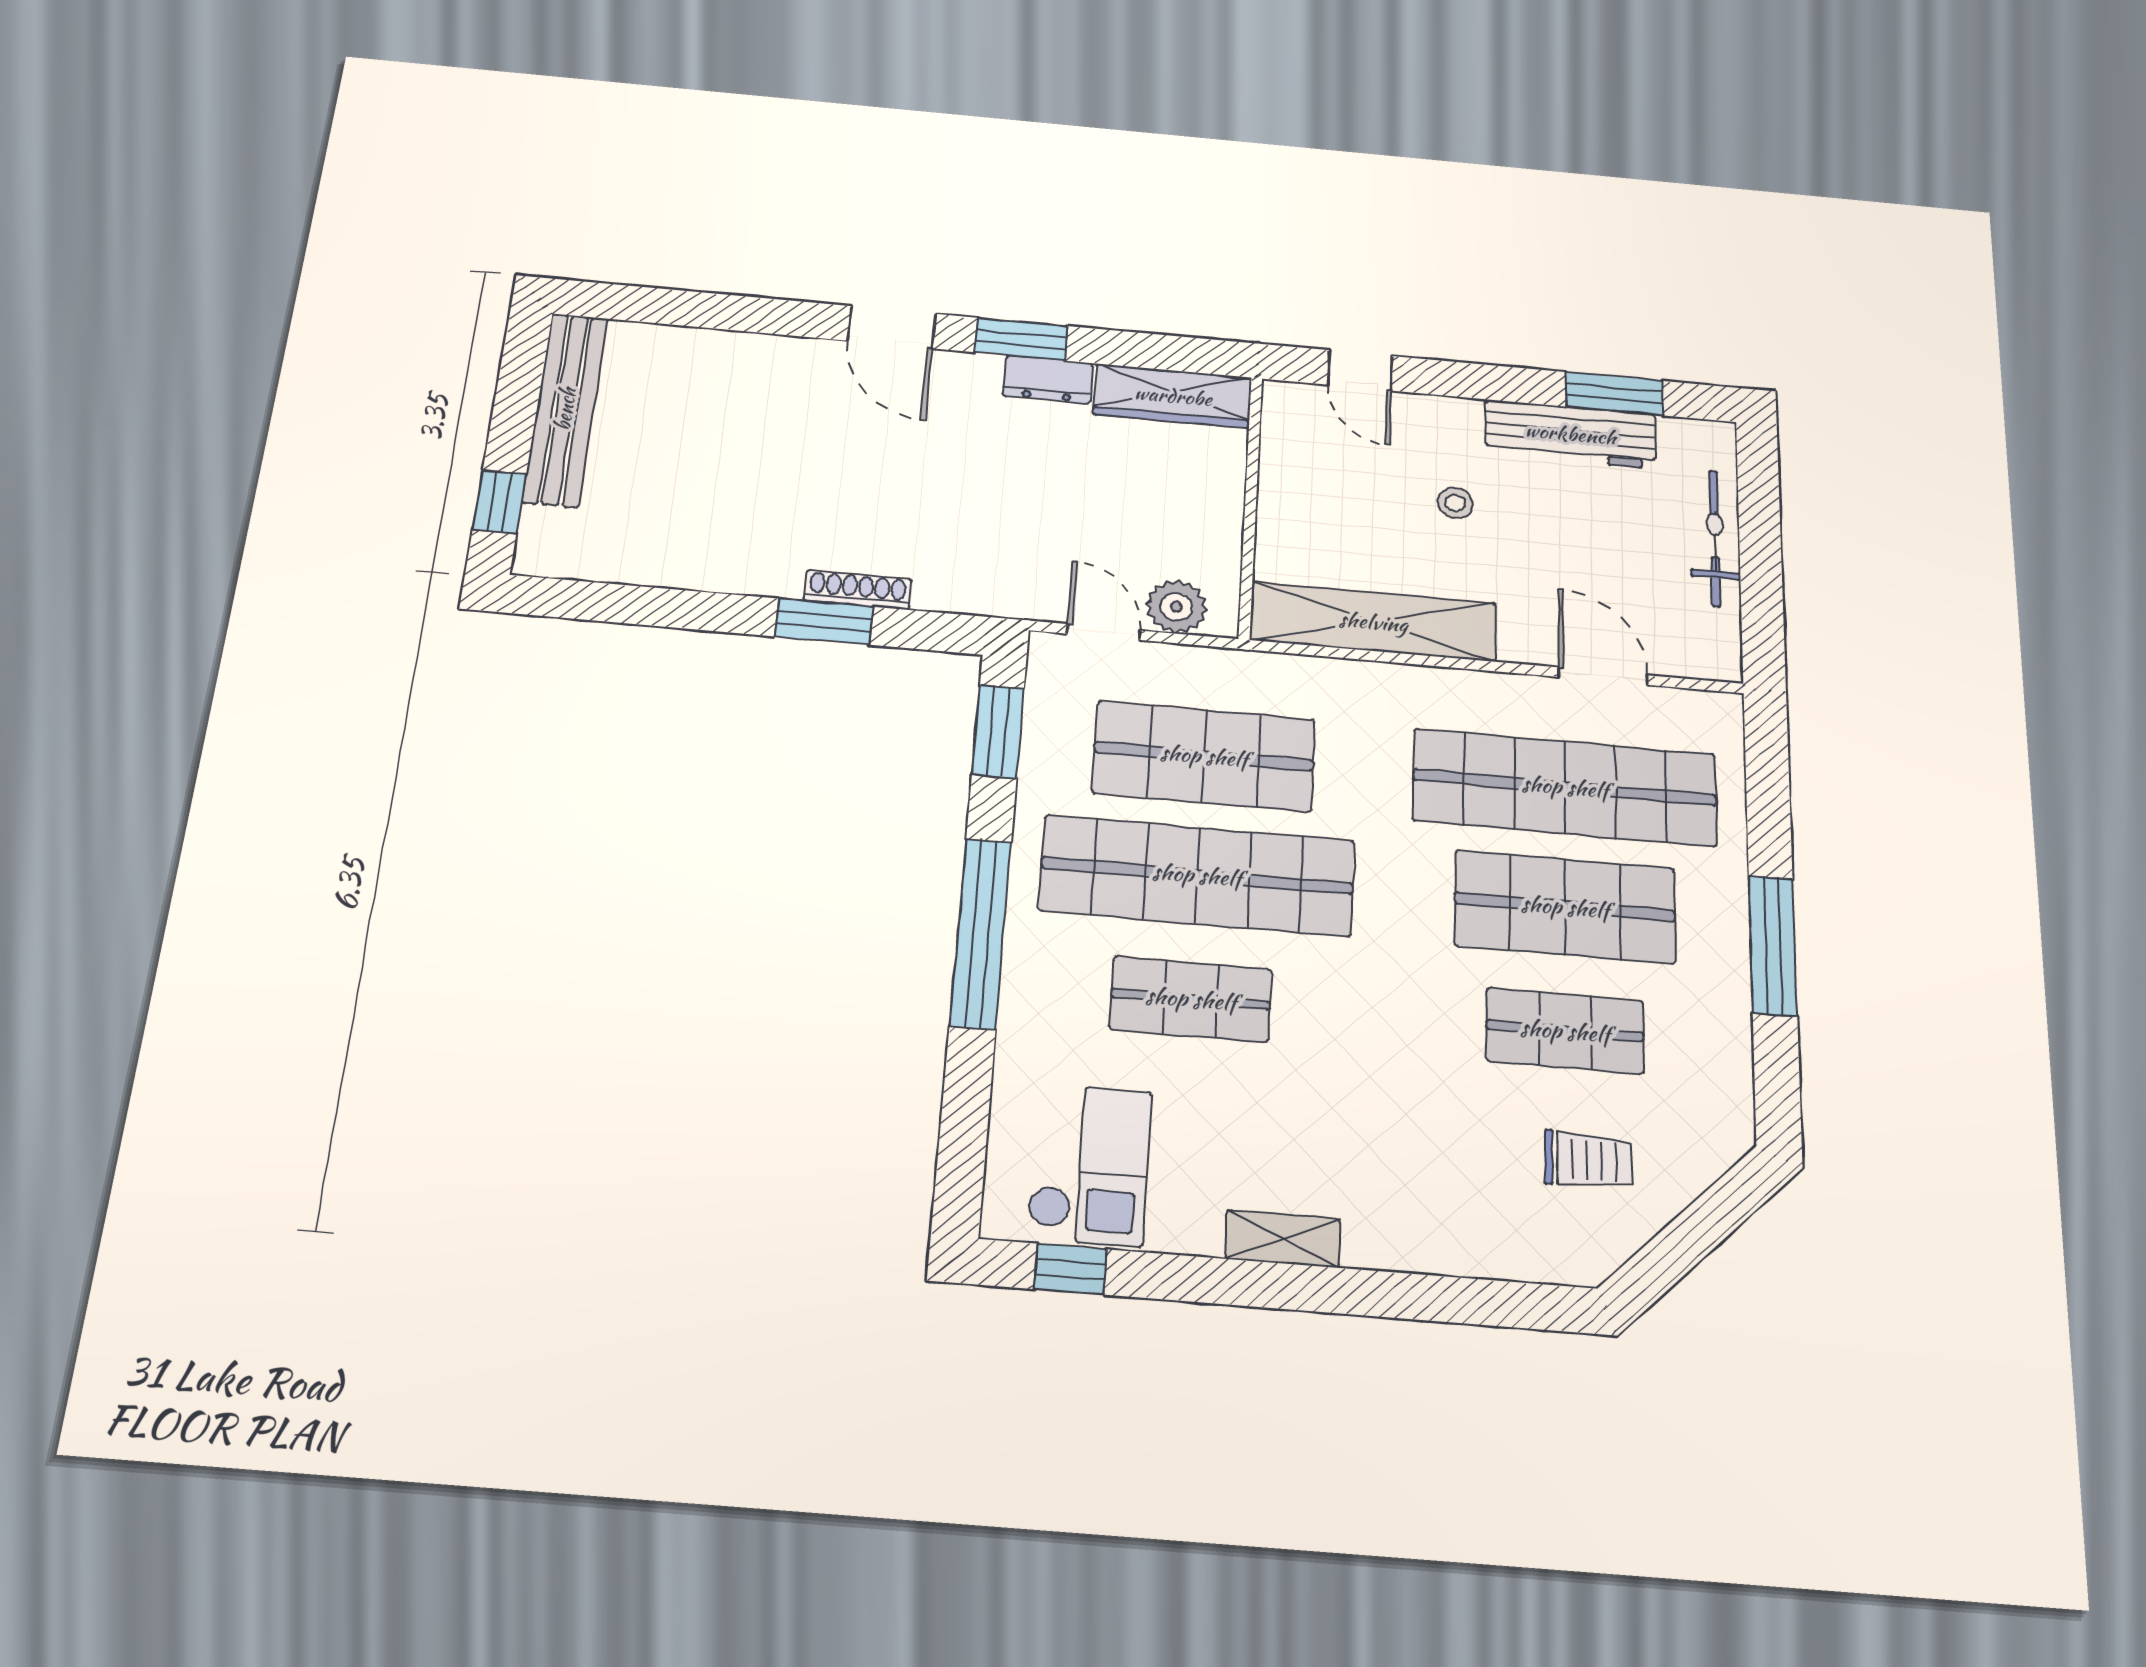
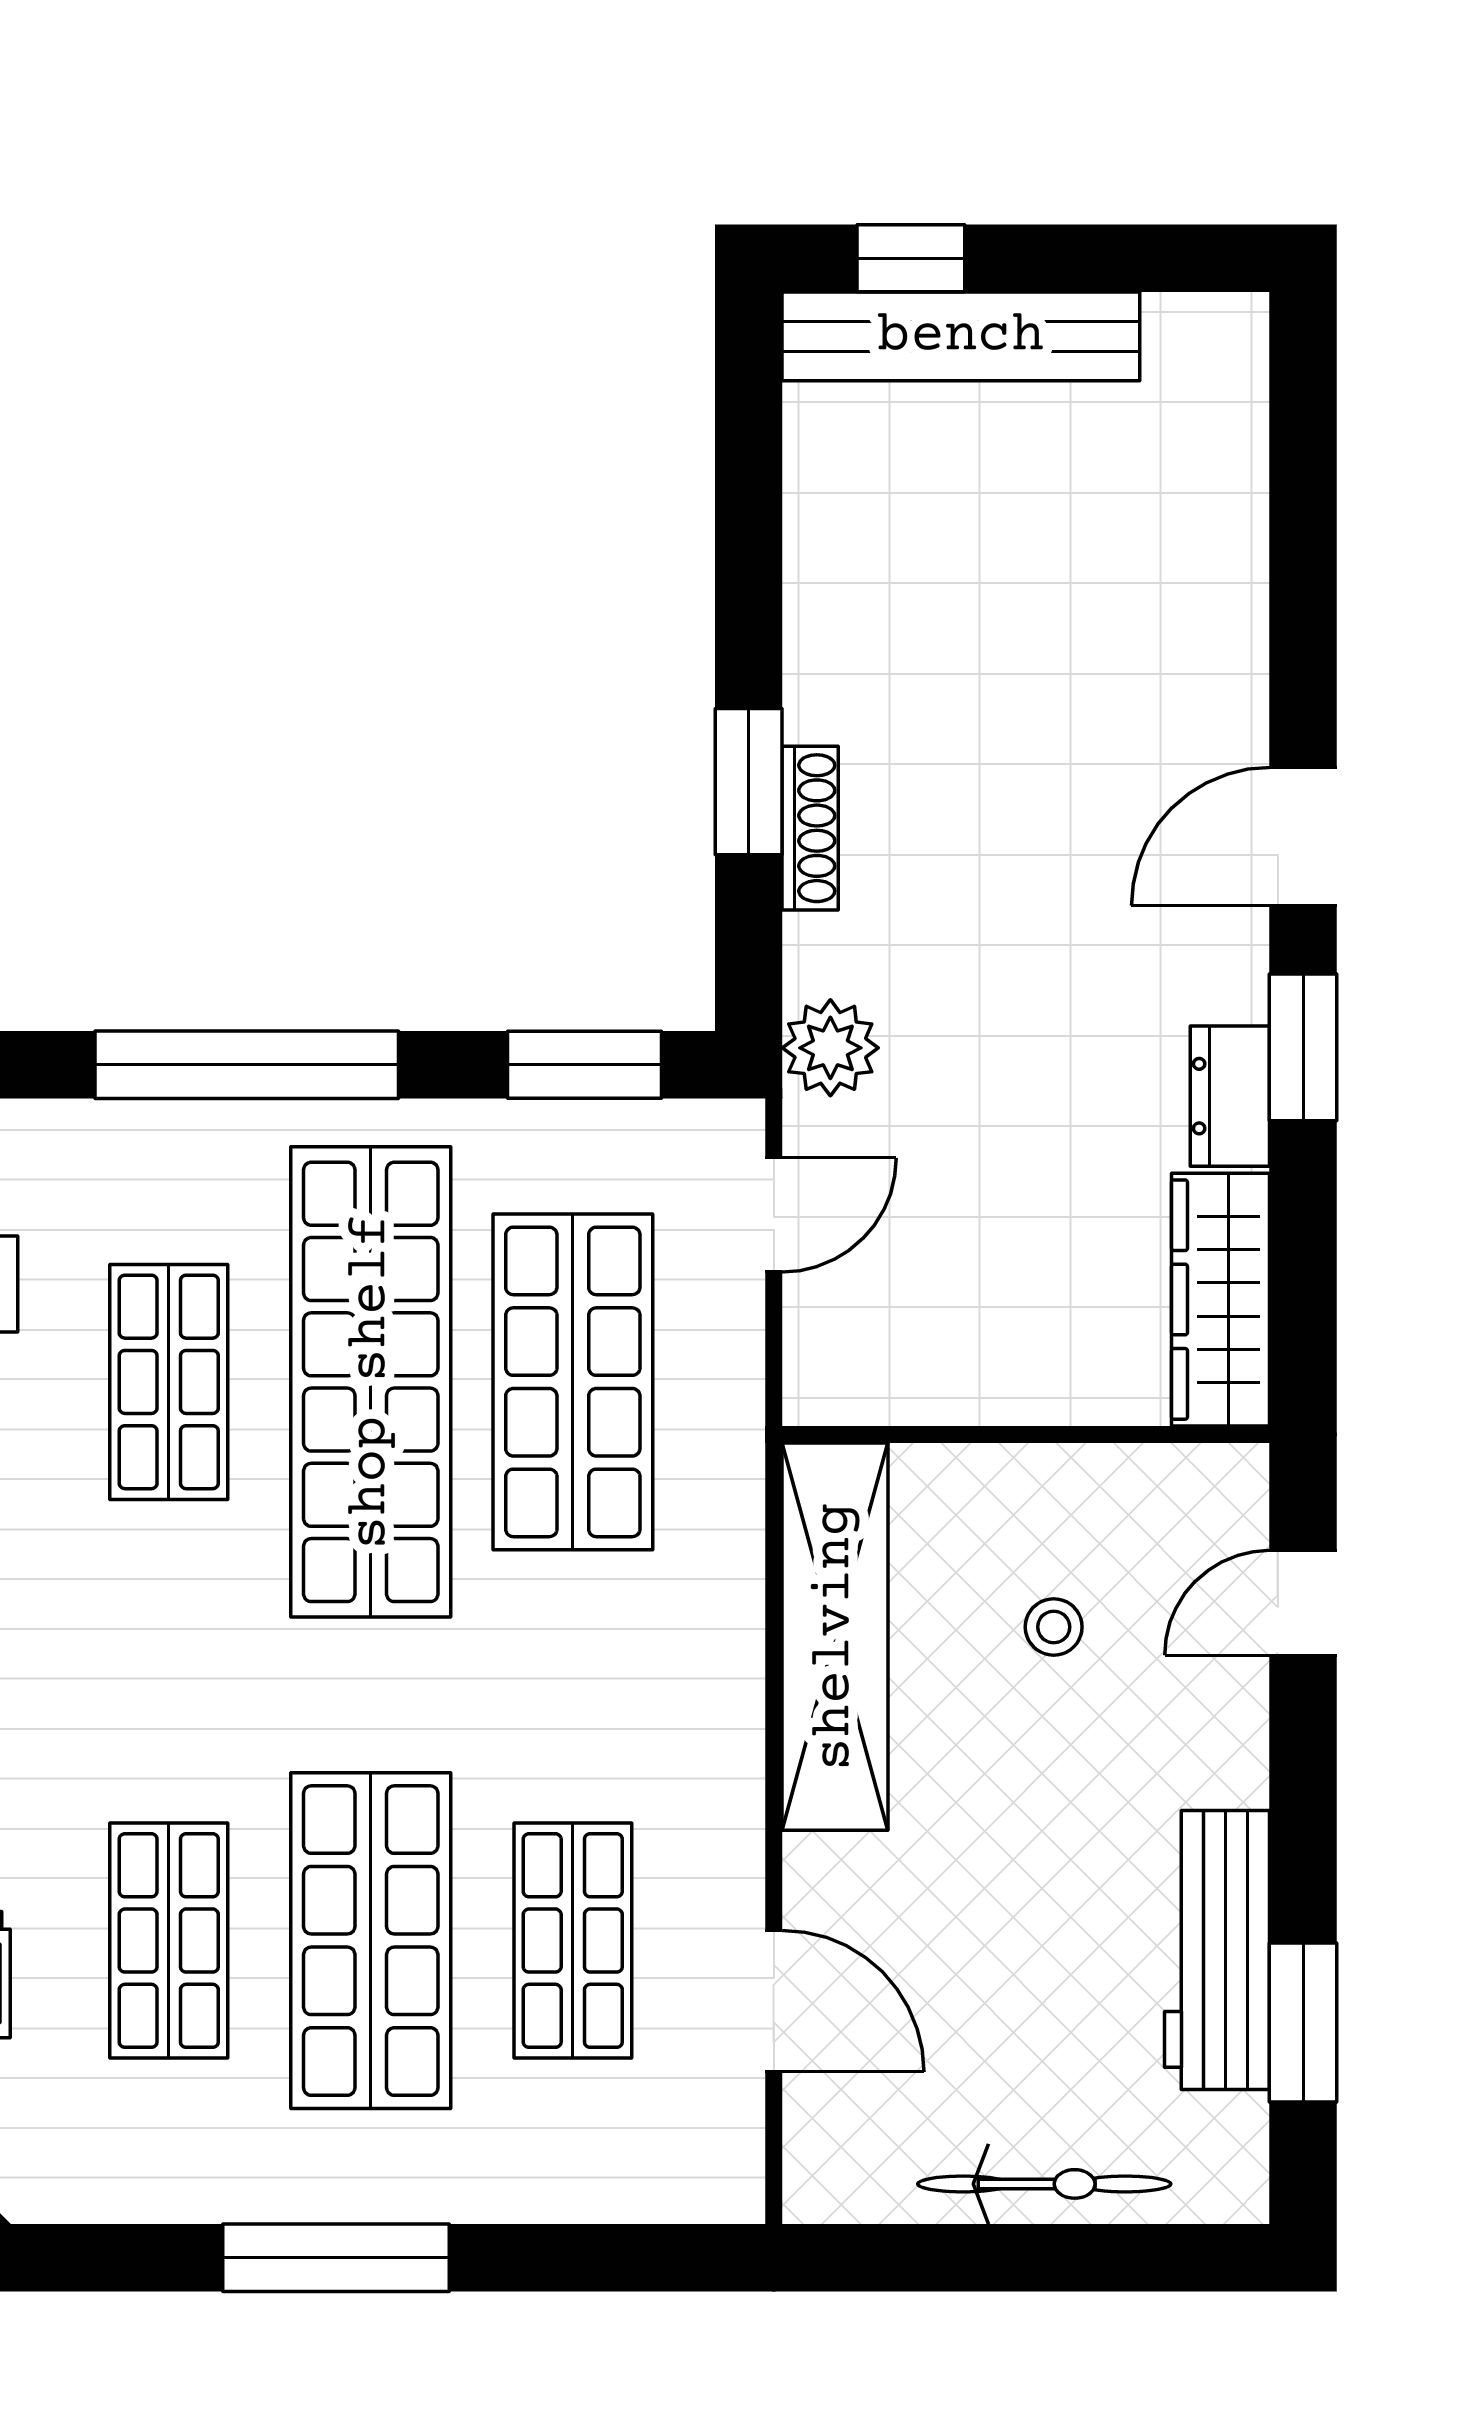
bench: (565, 409) -> (961, 336), moved
stool: (1455, 503) -> (1054, 1627), moved
plant: (1177, 607) -> (830, 1048), moved
door: (1603, 676) -> (774, 2001), hinge flipped
shop shelf: (1565, 787) -> (573, 1941), width x0.50, depth x0.74

